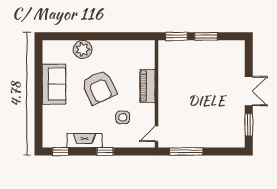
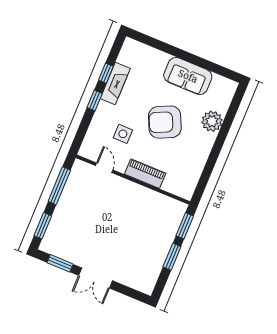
door: (156, 134) -> (104, 168), moved
window: (61, 151) -> (106, 73), moved
window: (224, 151) -> (43, 226), added

